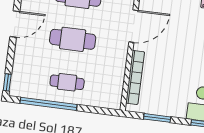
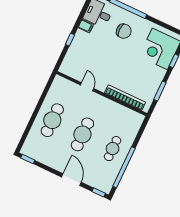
door: (15, 24) -> (71, 180), moved
door: (133, 26) -> (87, 87), width x0.53

